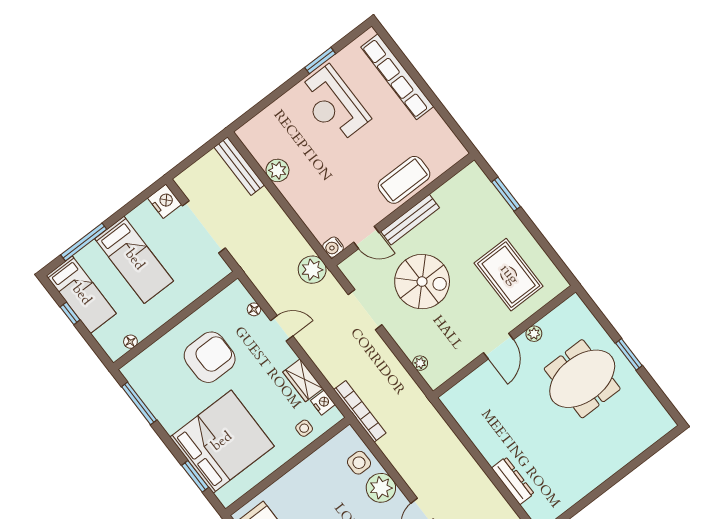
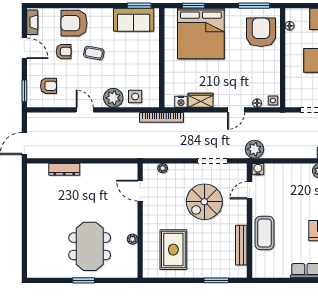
bench: (410, 220) -> (241, 245), moved
rug: (509, 275) -> (173, 250), turned 90
door: (498, 346) -> (140, 191), moved
armchair: (210, 357) -> (261, 32), moved, turned 180
side table: (304, 428) -> (273, 100), moved

